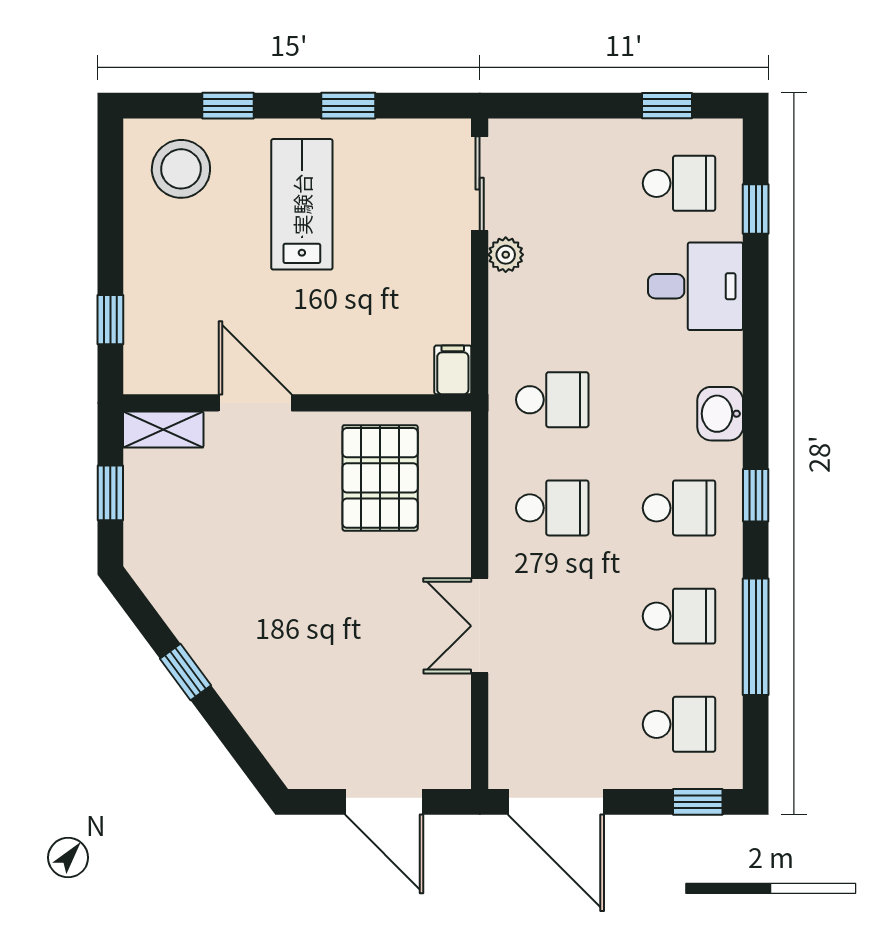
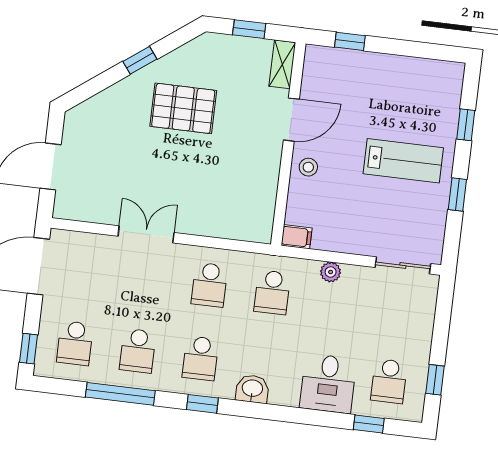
stool: (181, 169) -> (308, 167), moved, width x0.53, depth x0.53
plant: (506, 255) -> (331, 272), moved
pallet: (380, 478) -> (183, 108), moved

